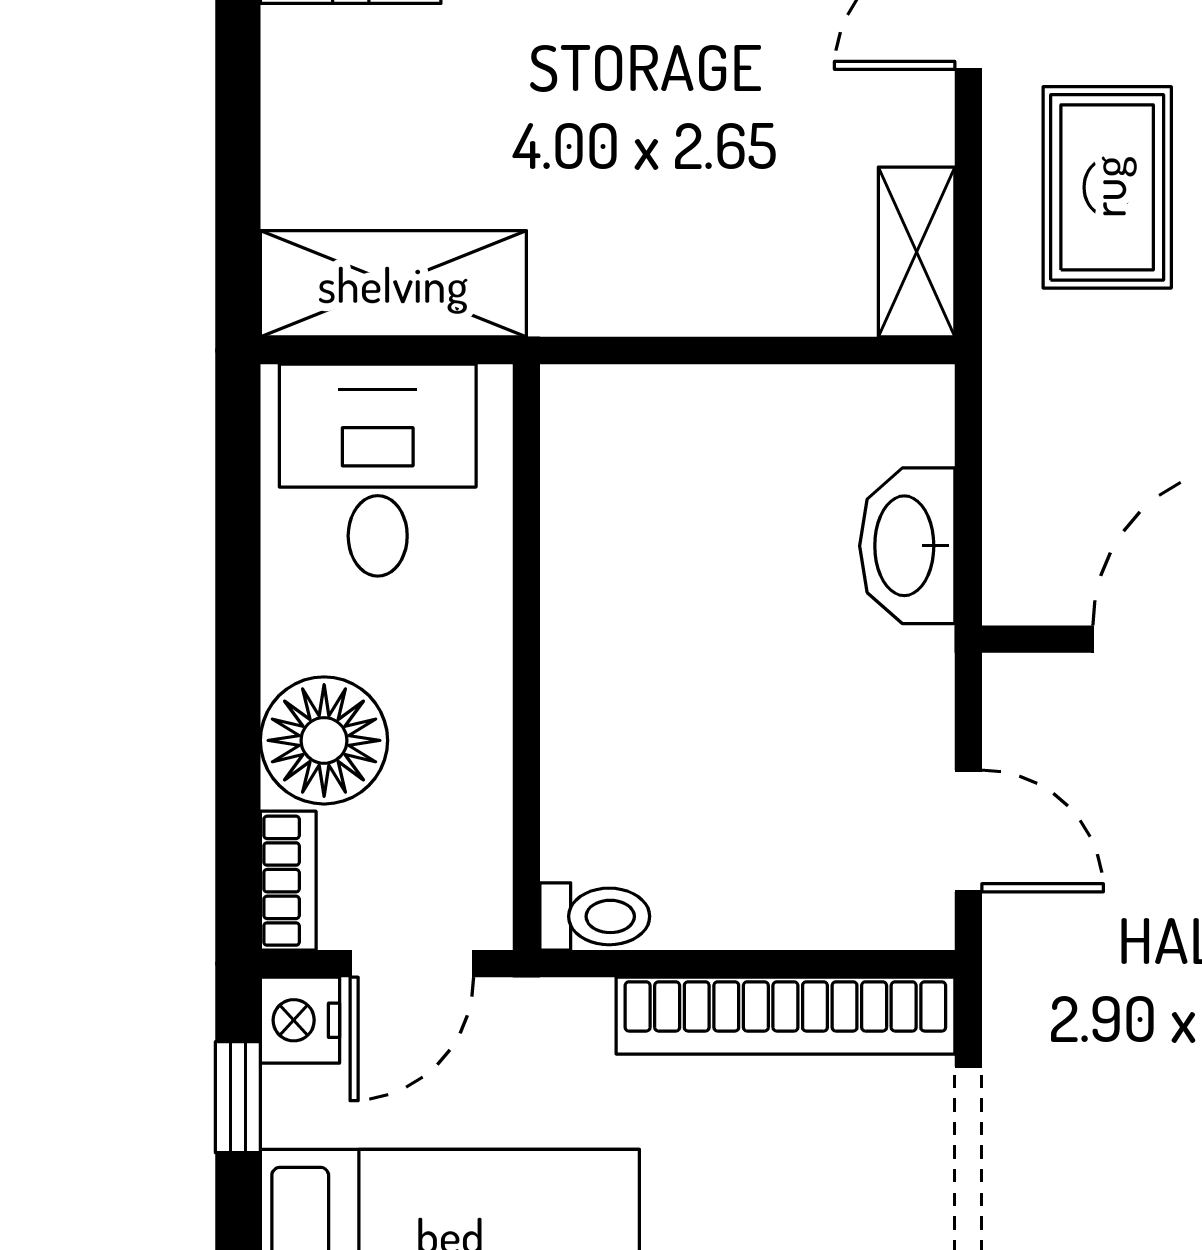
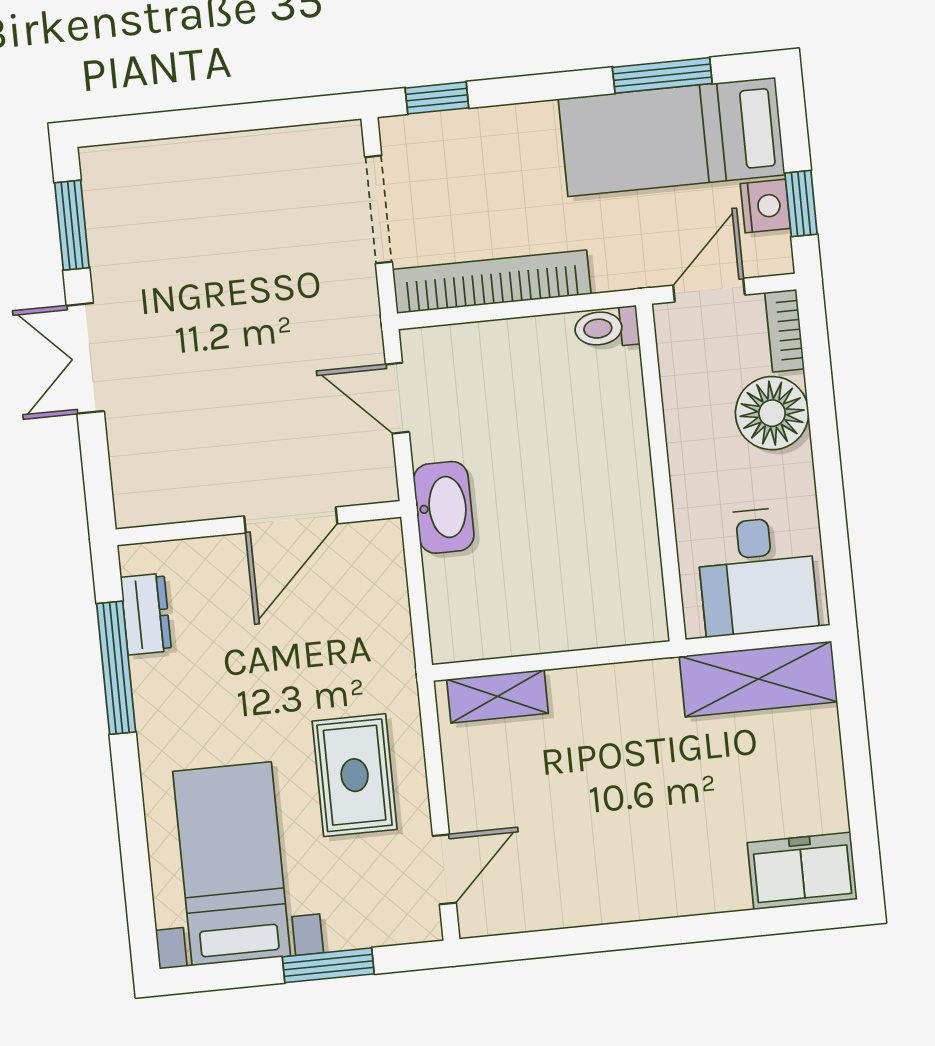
shelving: (917, 252) -> (497, 696), moved, turned 90
washbasin: (907, 546) -> (444, 507), moved
nightstand: (300, 1020) -> (765, 206), moved

